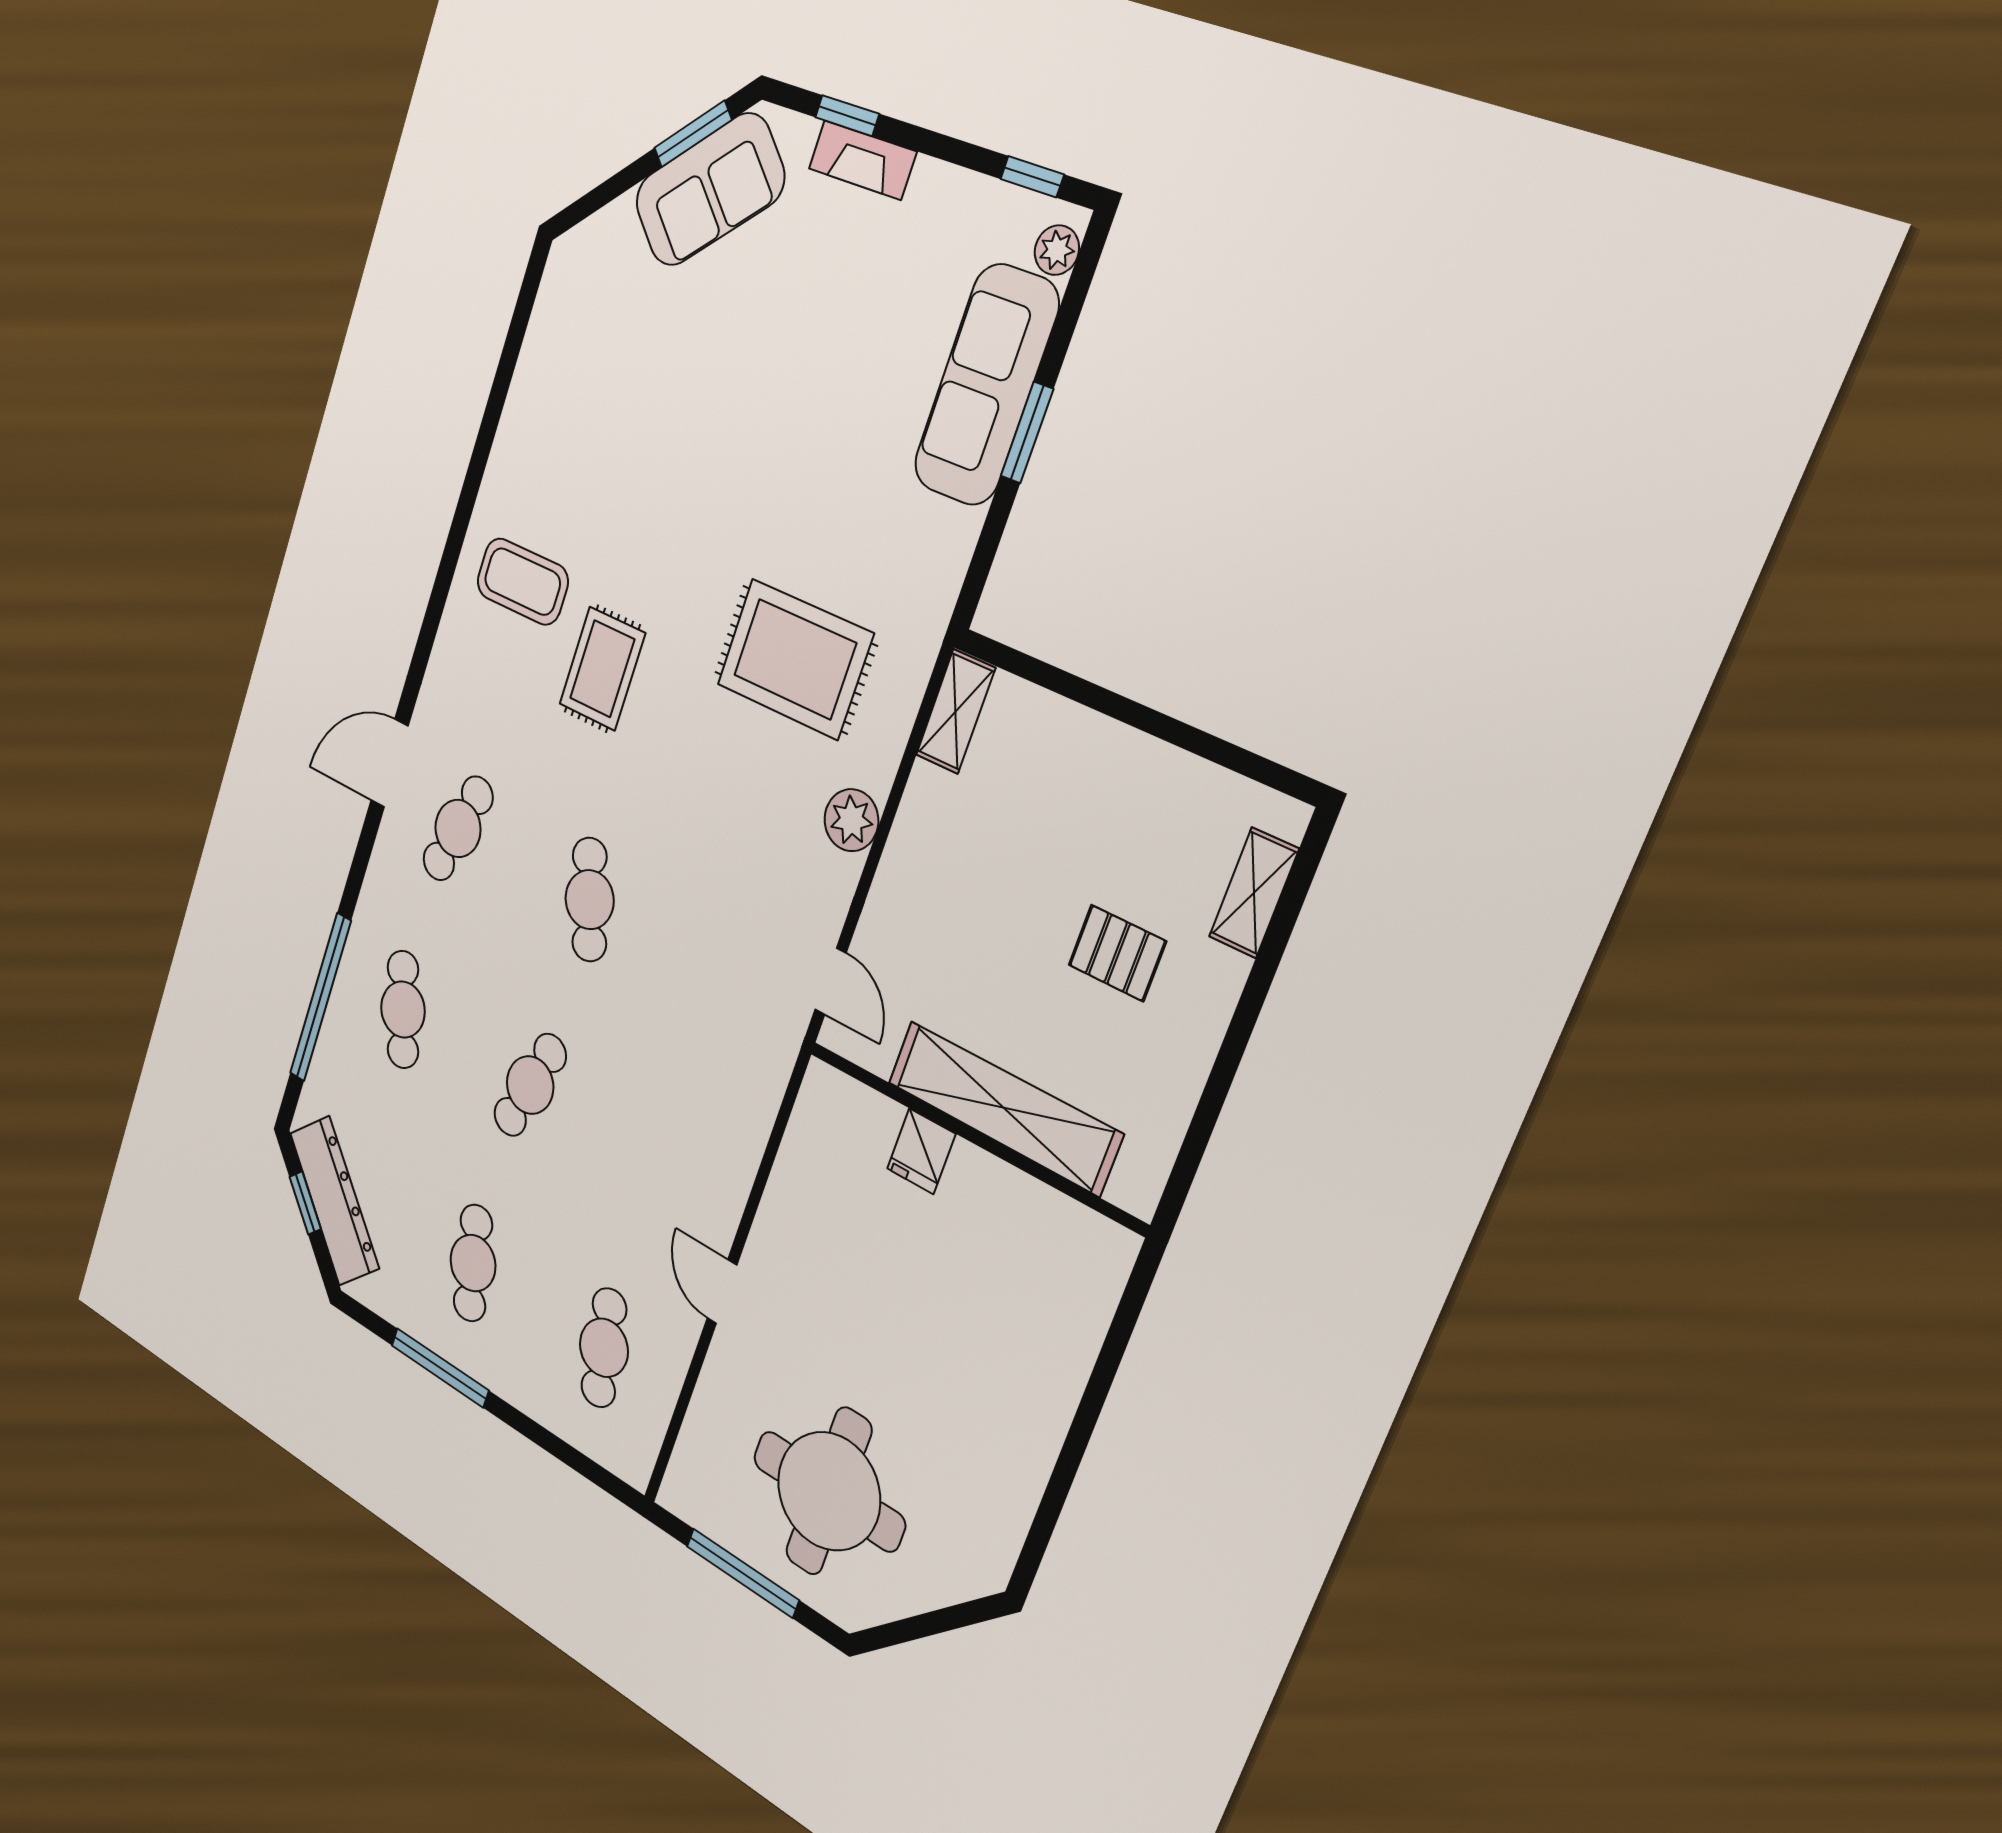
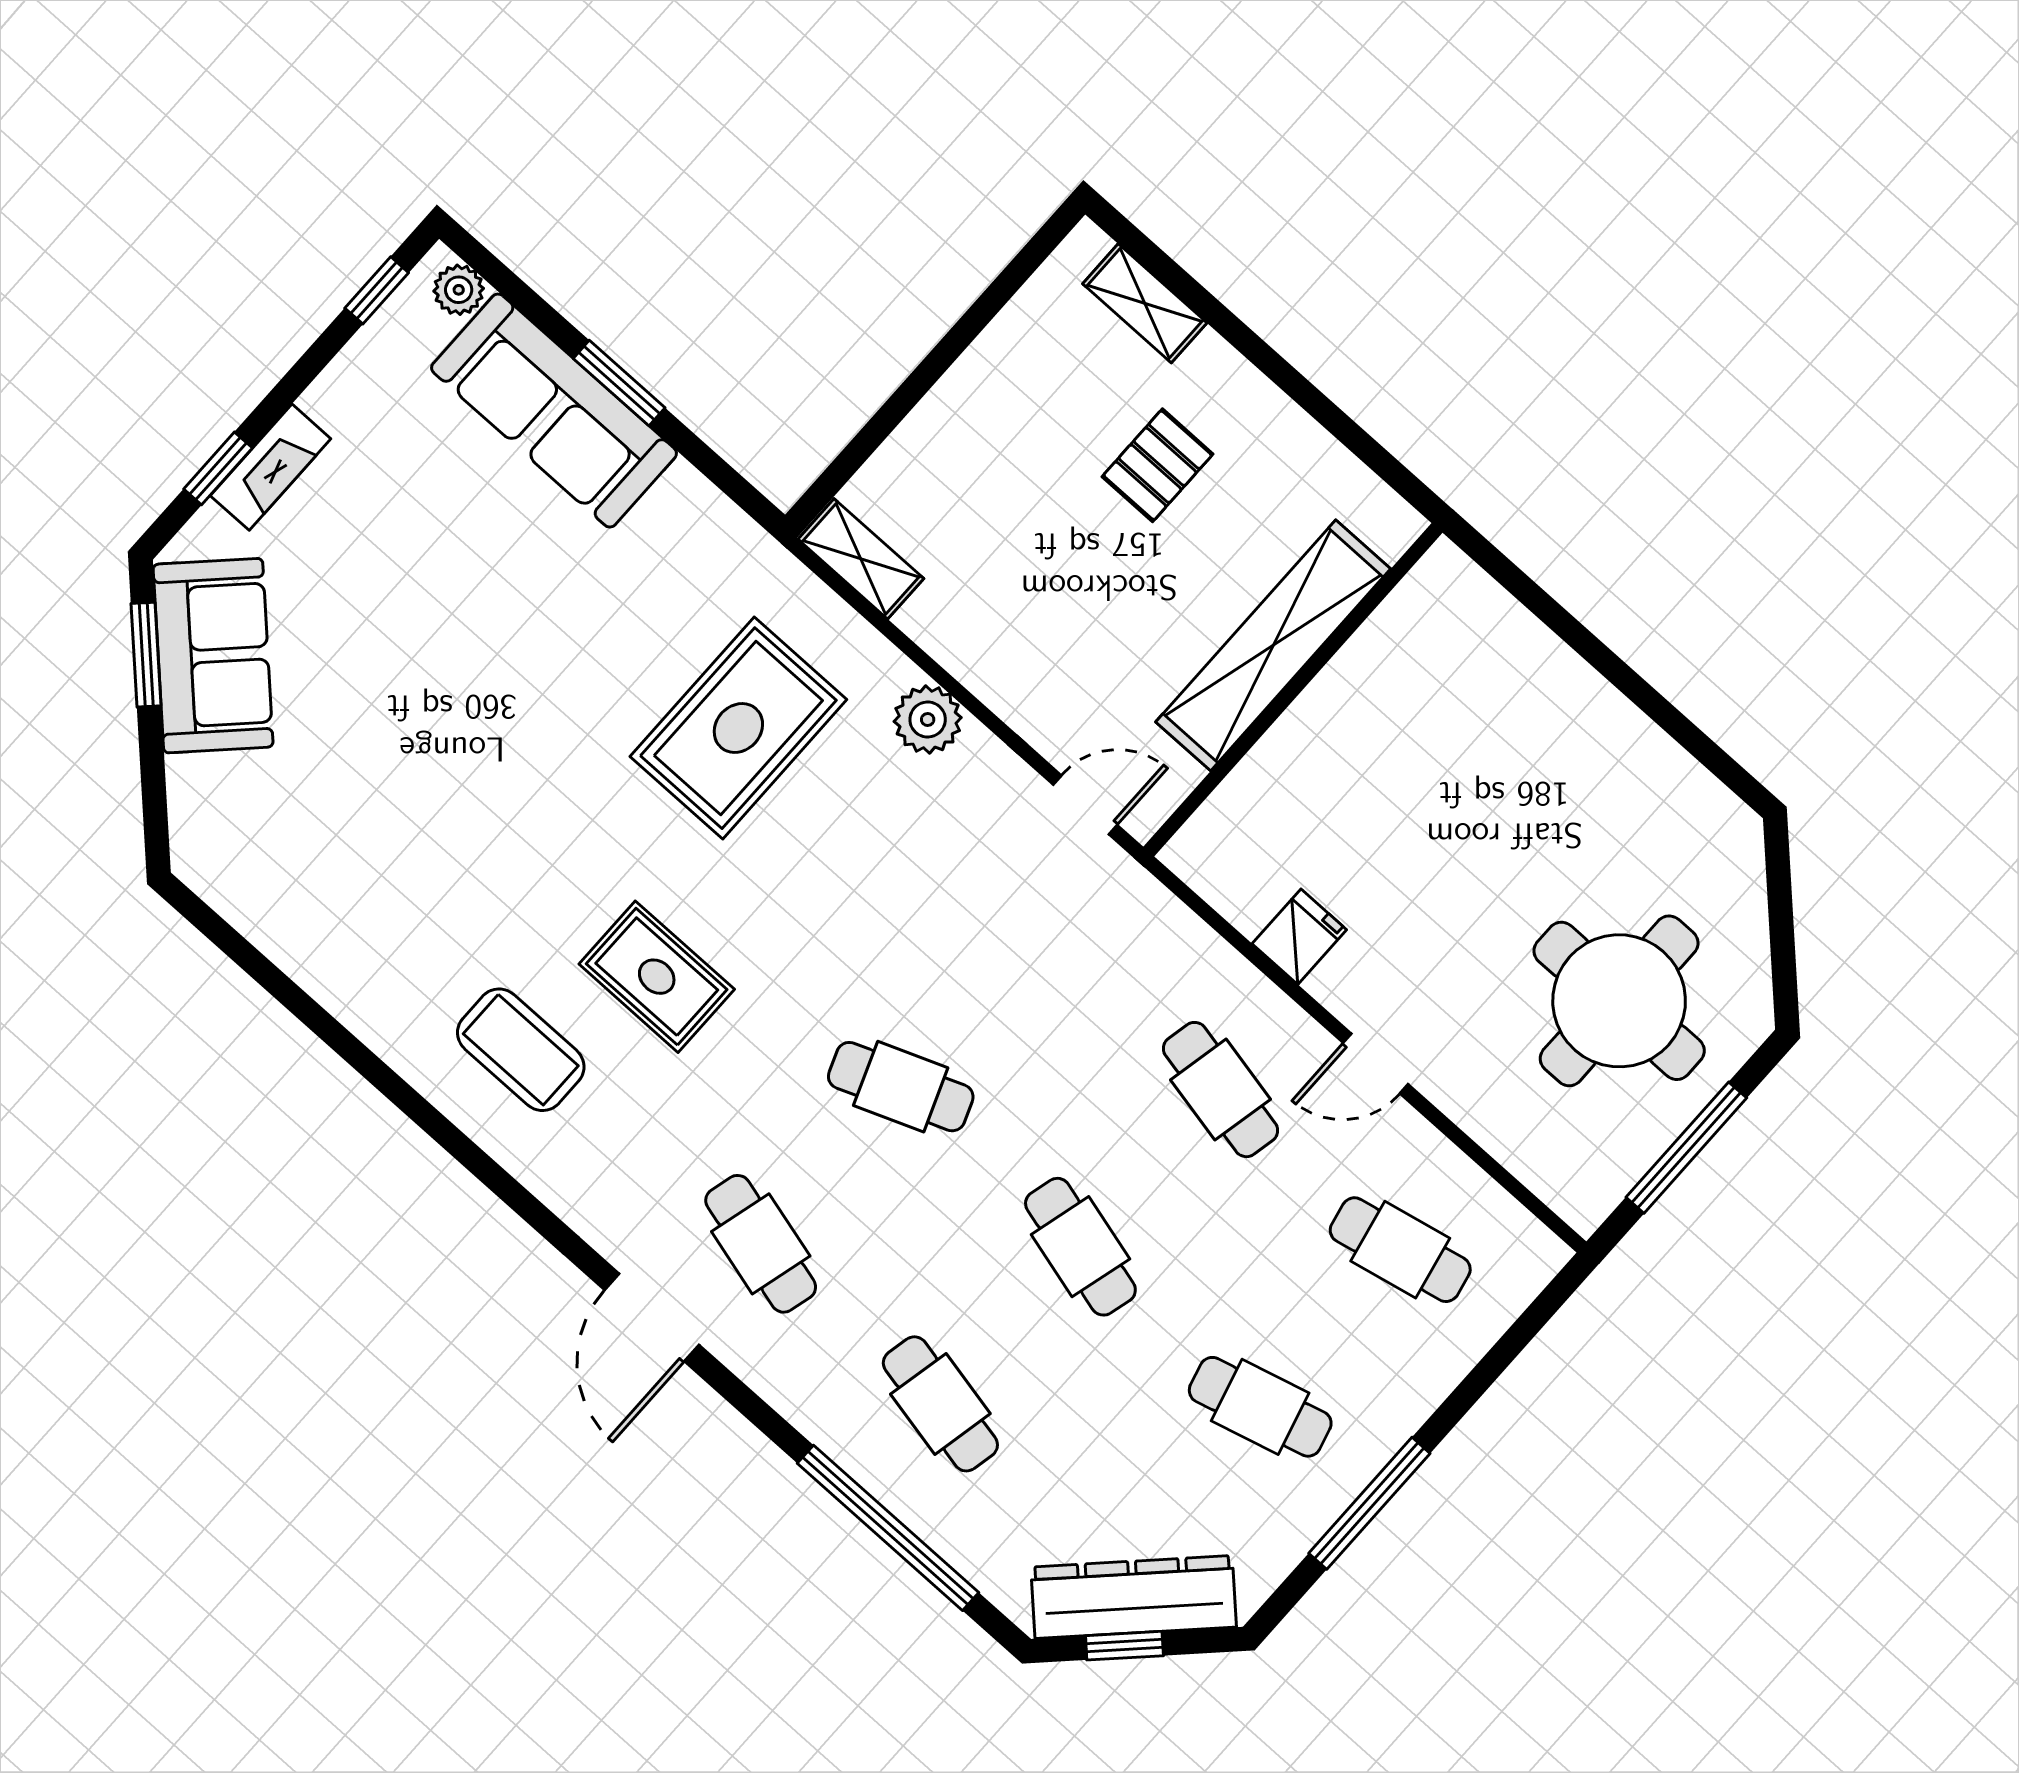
coffee table: (522, 581) -> (521, 1050), turned 90
cafe table: (403, 1010) -> (940, 1404), turned 33
fridge: (921, 1151) -> (1299, 937), moved, turned -90
cafe table: (666, 1166) -> (1221, 1090), added

